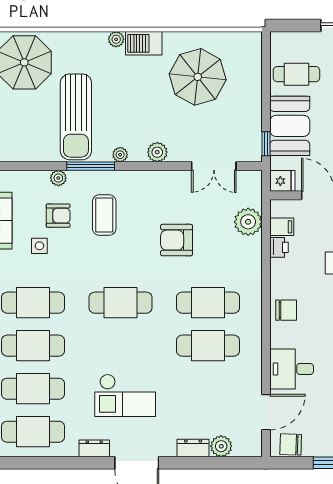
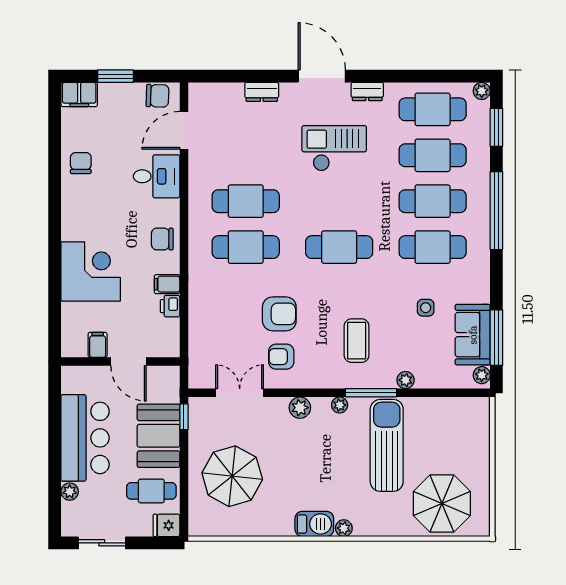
parasol: (198, 77) -> (232, 476), moved
fridge: (282, 181) -> (166, 525), moved
armchair: (58, 216) -> (281, 357), moved
plant: (248, 222) -> (203, 333), removed
filing cabinet: (282, 227) -> (167, 284), moved
plant: (221, 446) -> (232, 94), removed

